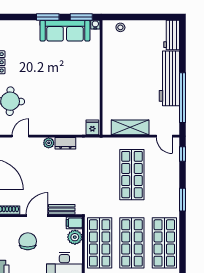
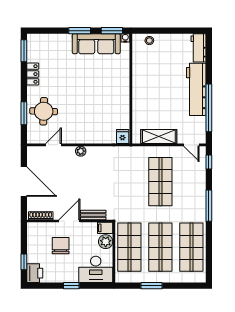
dresser: (65, 143) -> (97, 152), removed
window: (182, 200) -> (209, 206), width x1.44

